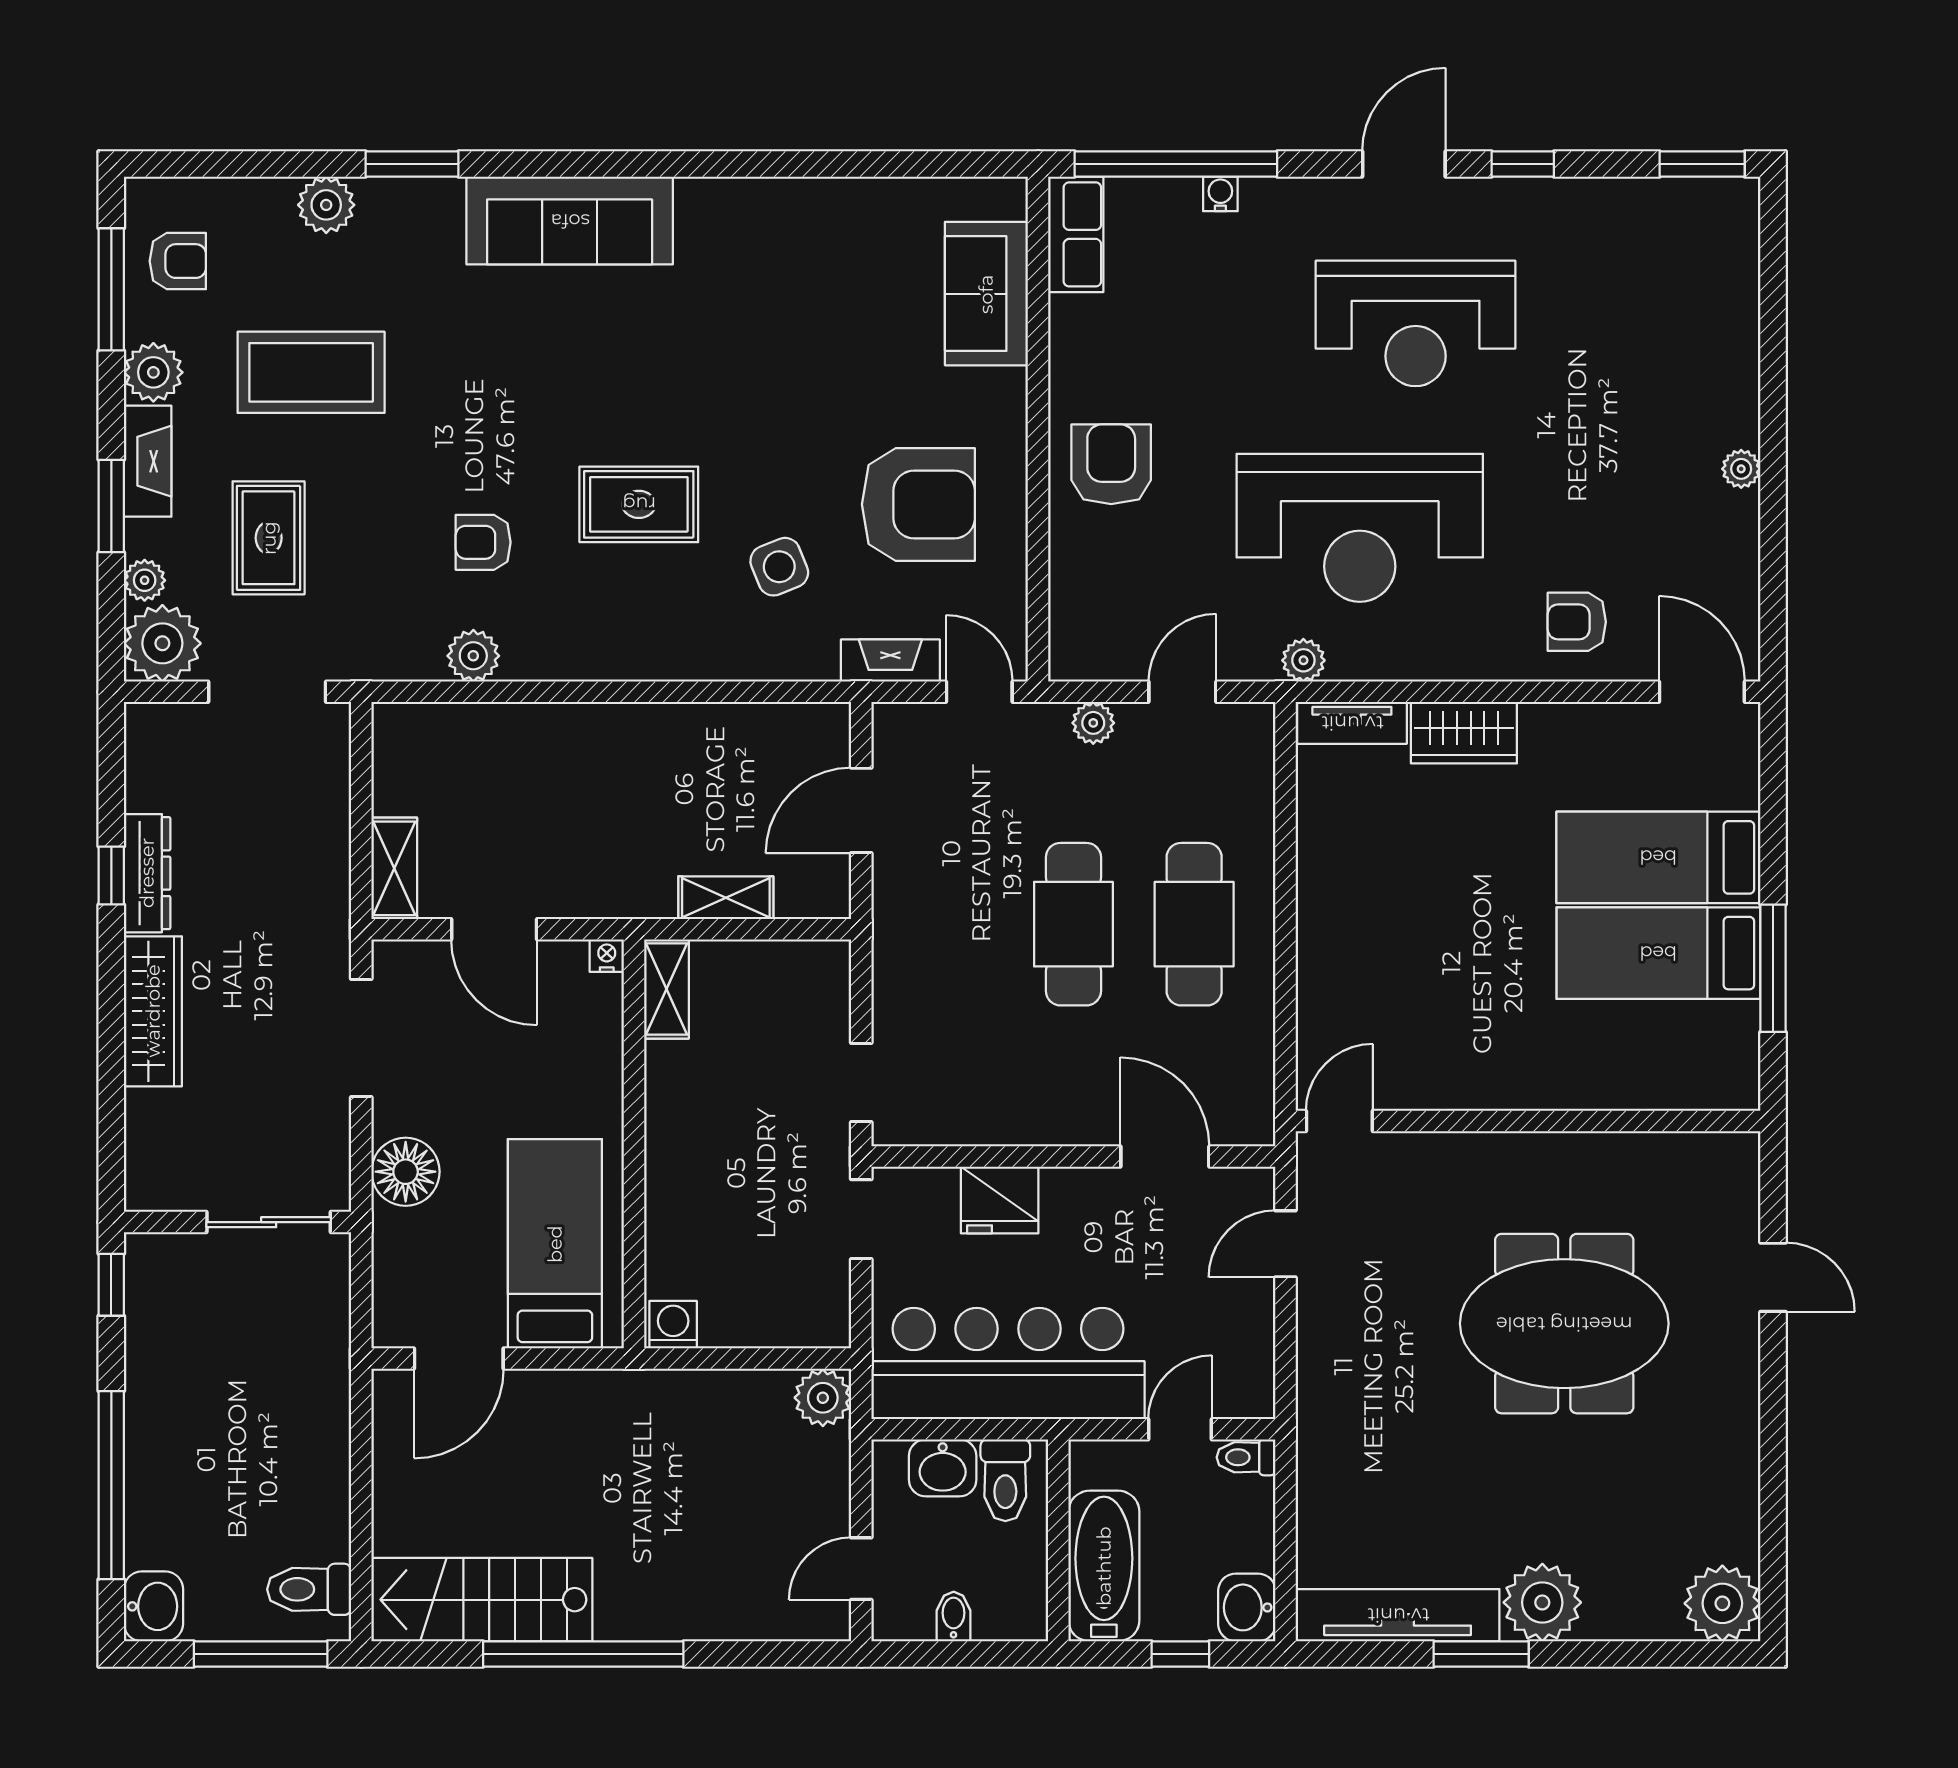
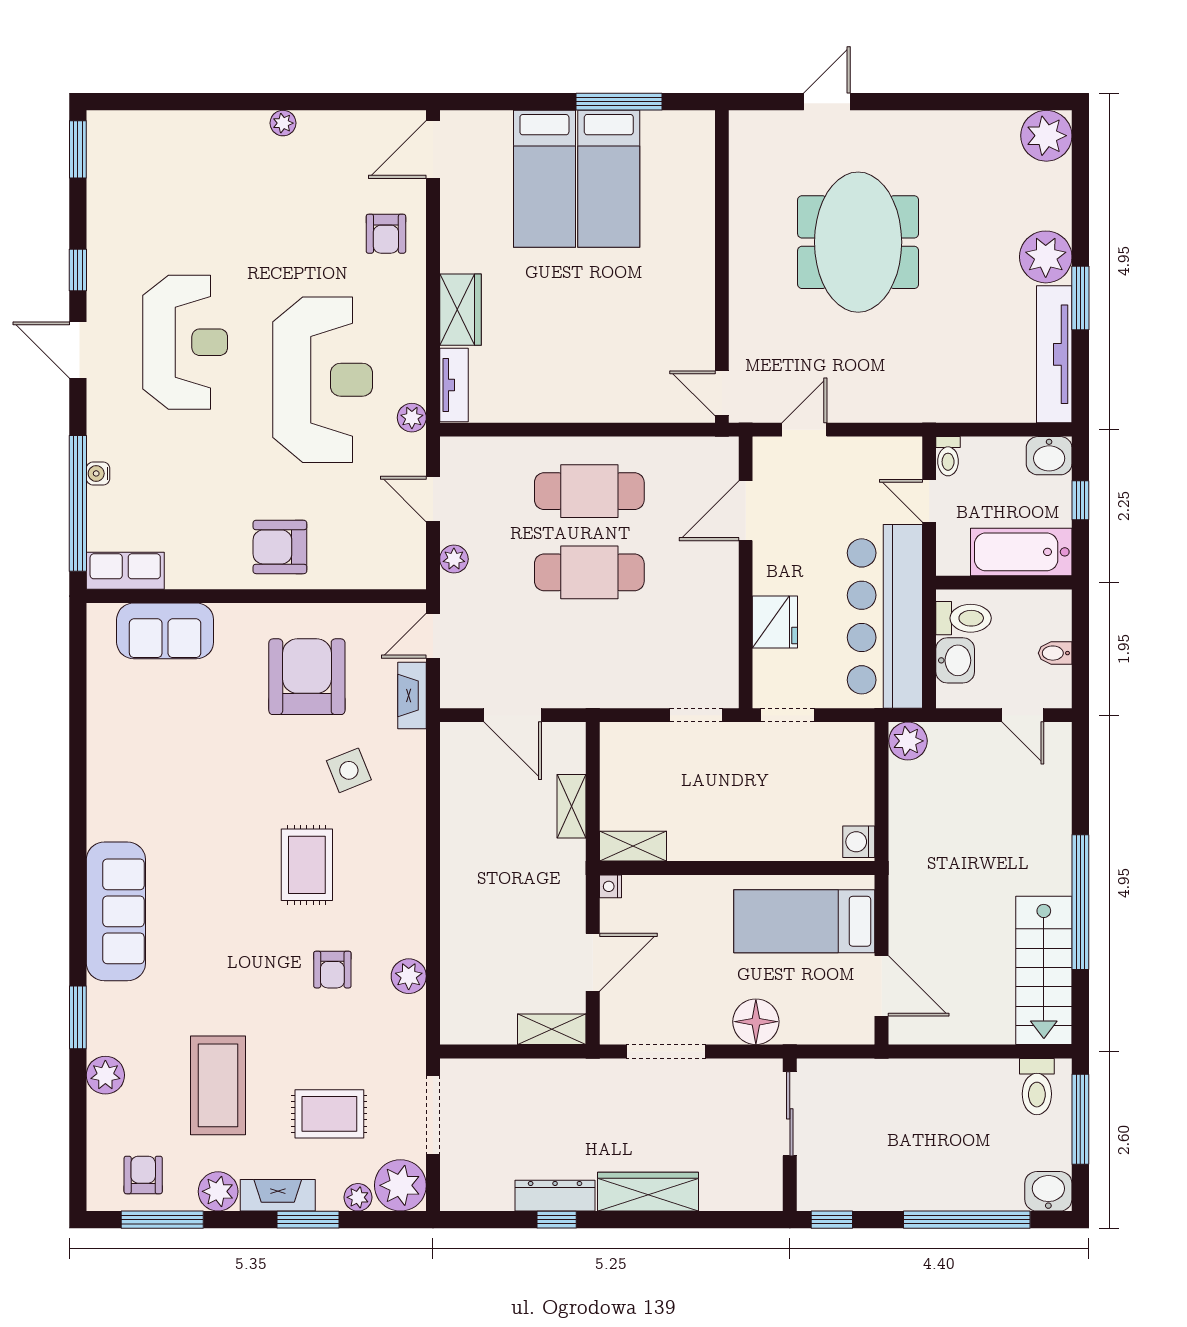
door: (1286, 1244) -> (804, 430), swing flipped

